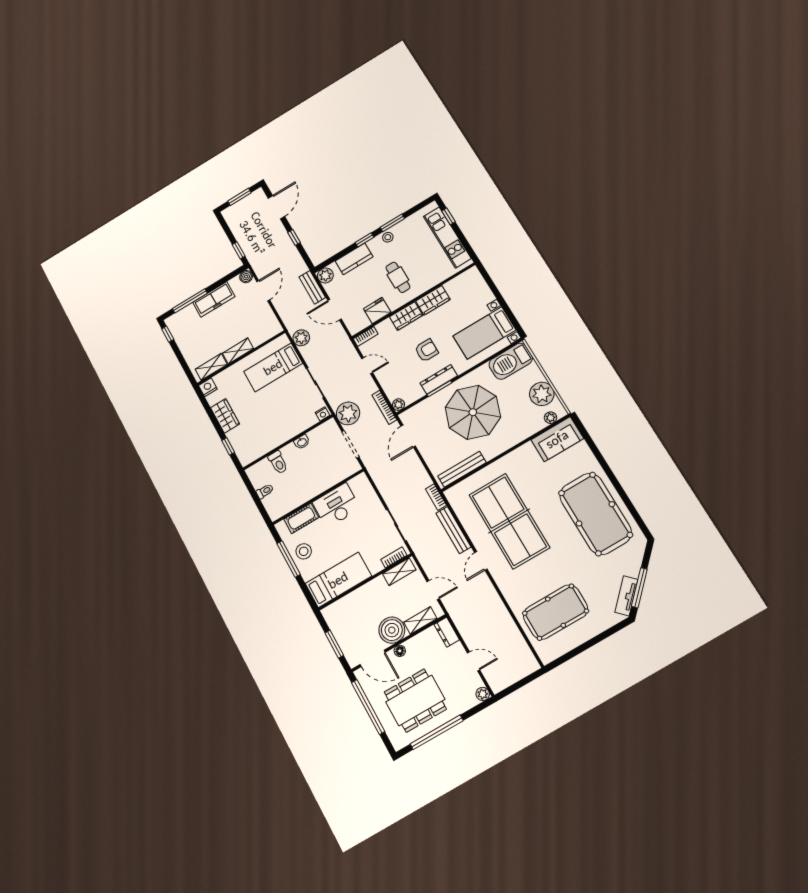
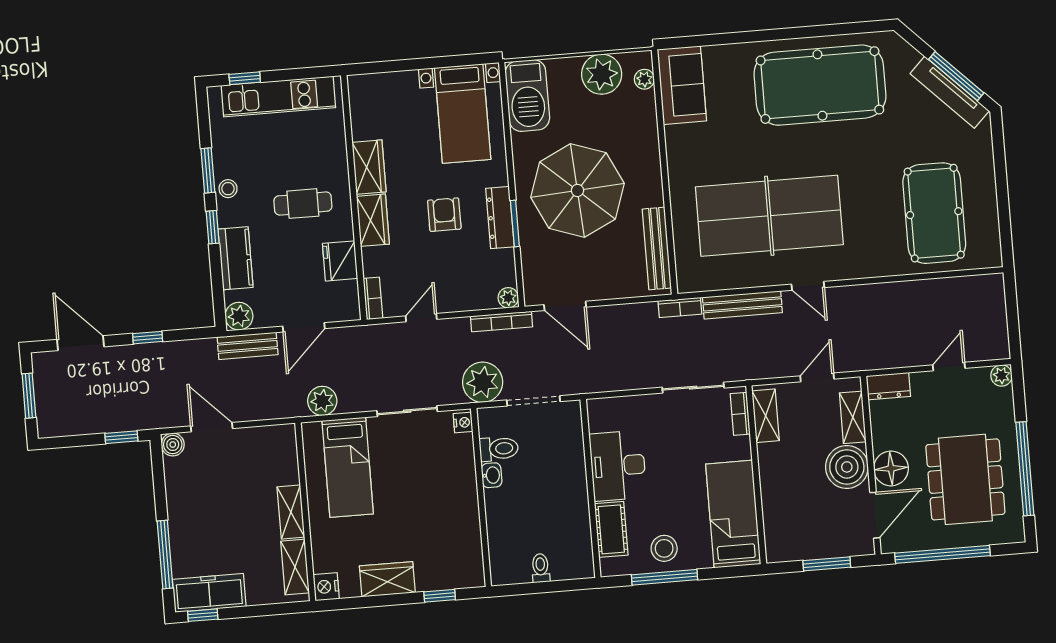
freezer: (214, 299) -> (209, 593), moved, turned -90
toilet: (278, 462) -> (499, 449), moved
tv unit: (626, 596) -> (950, 92), width x1.41
floor lamp: (400, 651) -> (891, 468), width x1.89, depth x1.89

